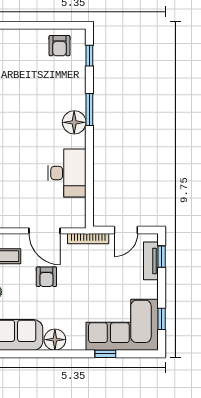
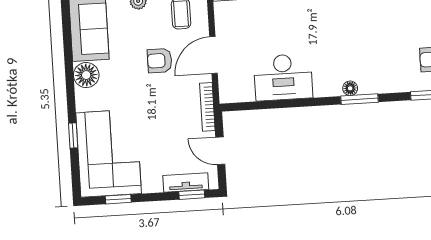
floor lamp: (74, 122) -> (350, 88), width x0.53, depth x0.53

